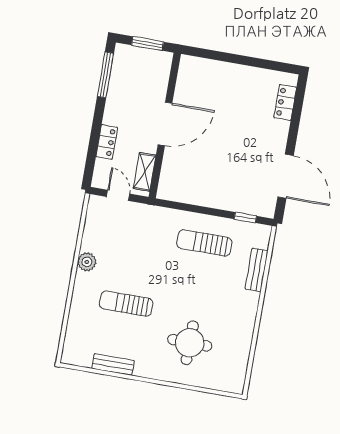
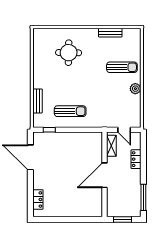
sun lounger: (126, 304) -> (122, 67), moved

